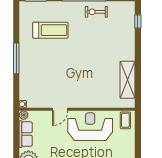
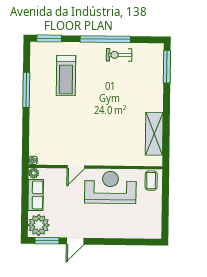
window: (138, 21) -> (167, 67), width x2.17
treadmill: (50, 30) -> (66, 75), turned 90
window: (16, 58) -> (26, 90), moved

